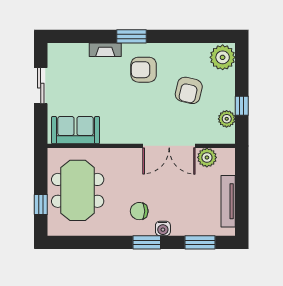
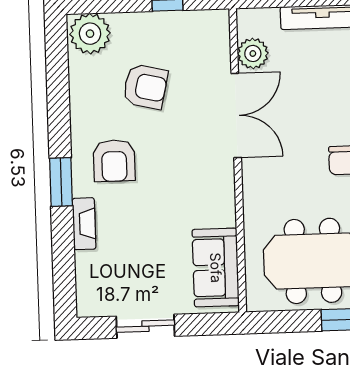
plant: (227, 119) -> (189, 24), removed

